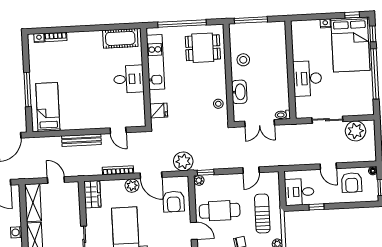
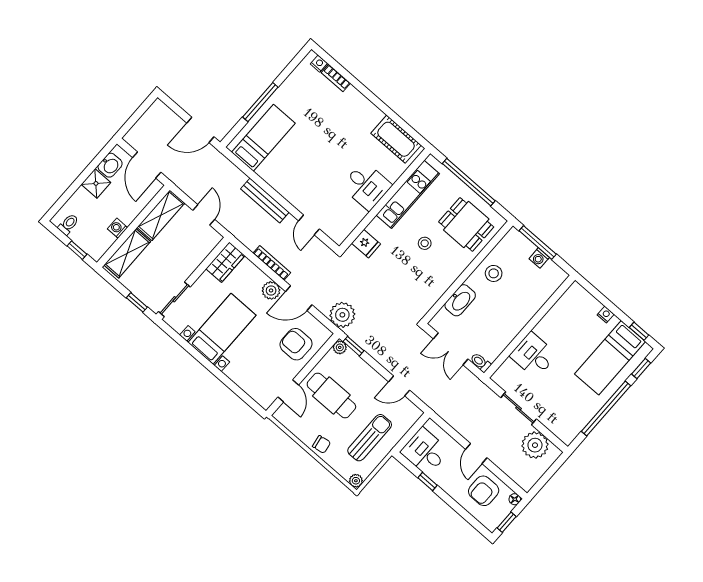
washing machine: (260, 28) -> (539, 258), added
bed: (350, 44) -> (610, 358), width x0.67
desk: (307, 78) -> (533, 355), width x0.73
stool: (218, 104) -> (425, 243), moved
door: (151, 175) -> (299, 298), hinge flipped
armchair: (174, 202) -> (296, 344), turned 90

